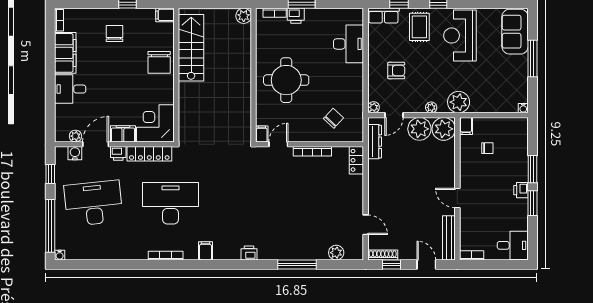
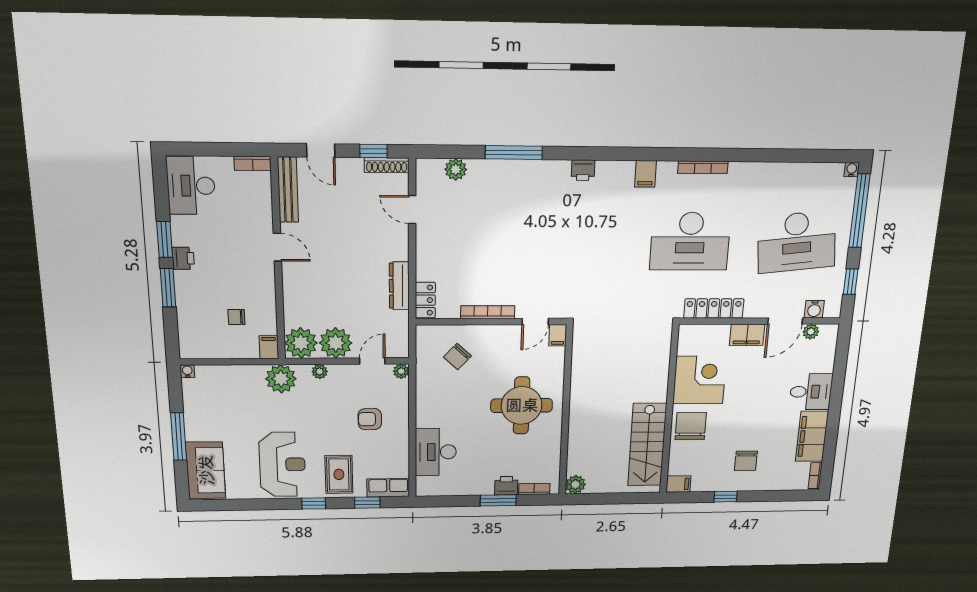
corner desk: (155, 123) -> (700, 380), moved, turned -90
dresser: (375, 142) -> (399, 286), moved
printer: (118, 153) -> (756, 309), removed
desk: (513, 245) -> (191, 186), width x1.37

